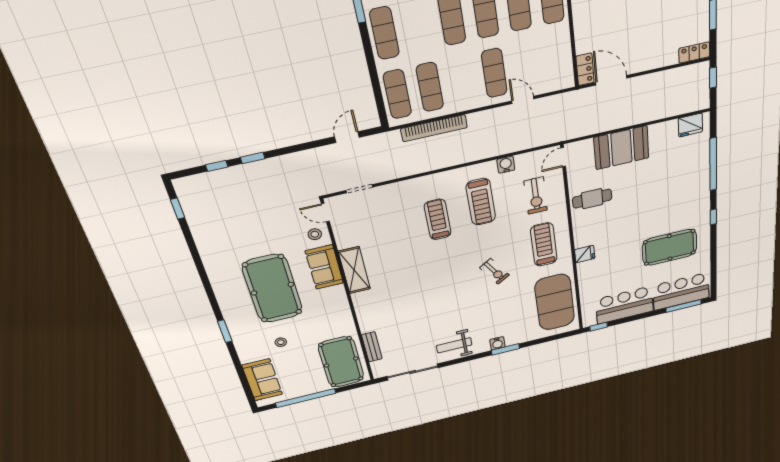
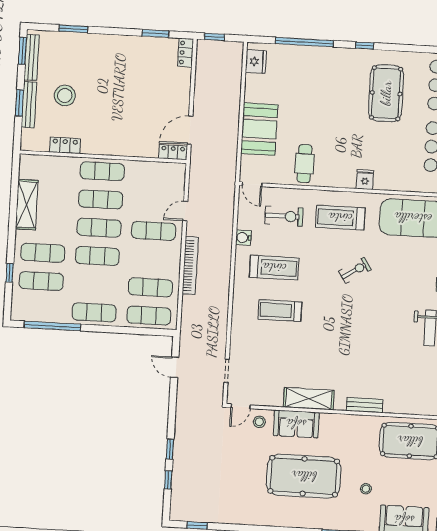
bookcase: (434, 128) -> (190, 266), moved
bench: (372, 347) -> (365, 405), moved

